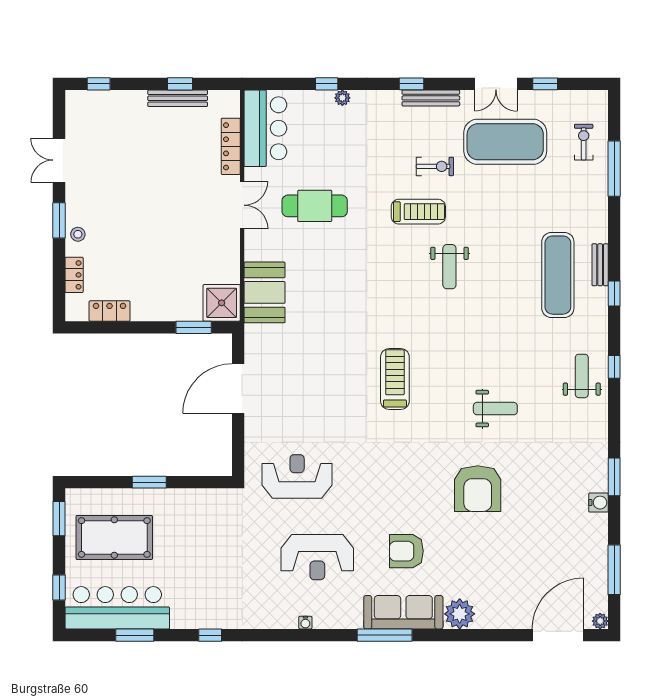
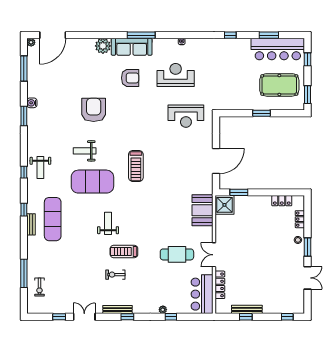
exercise mat: (505, 142) -> (92, 182), moved

